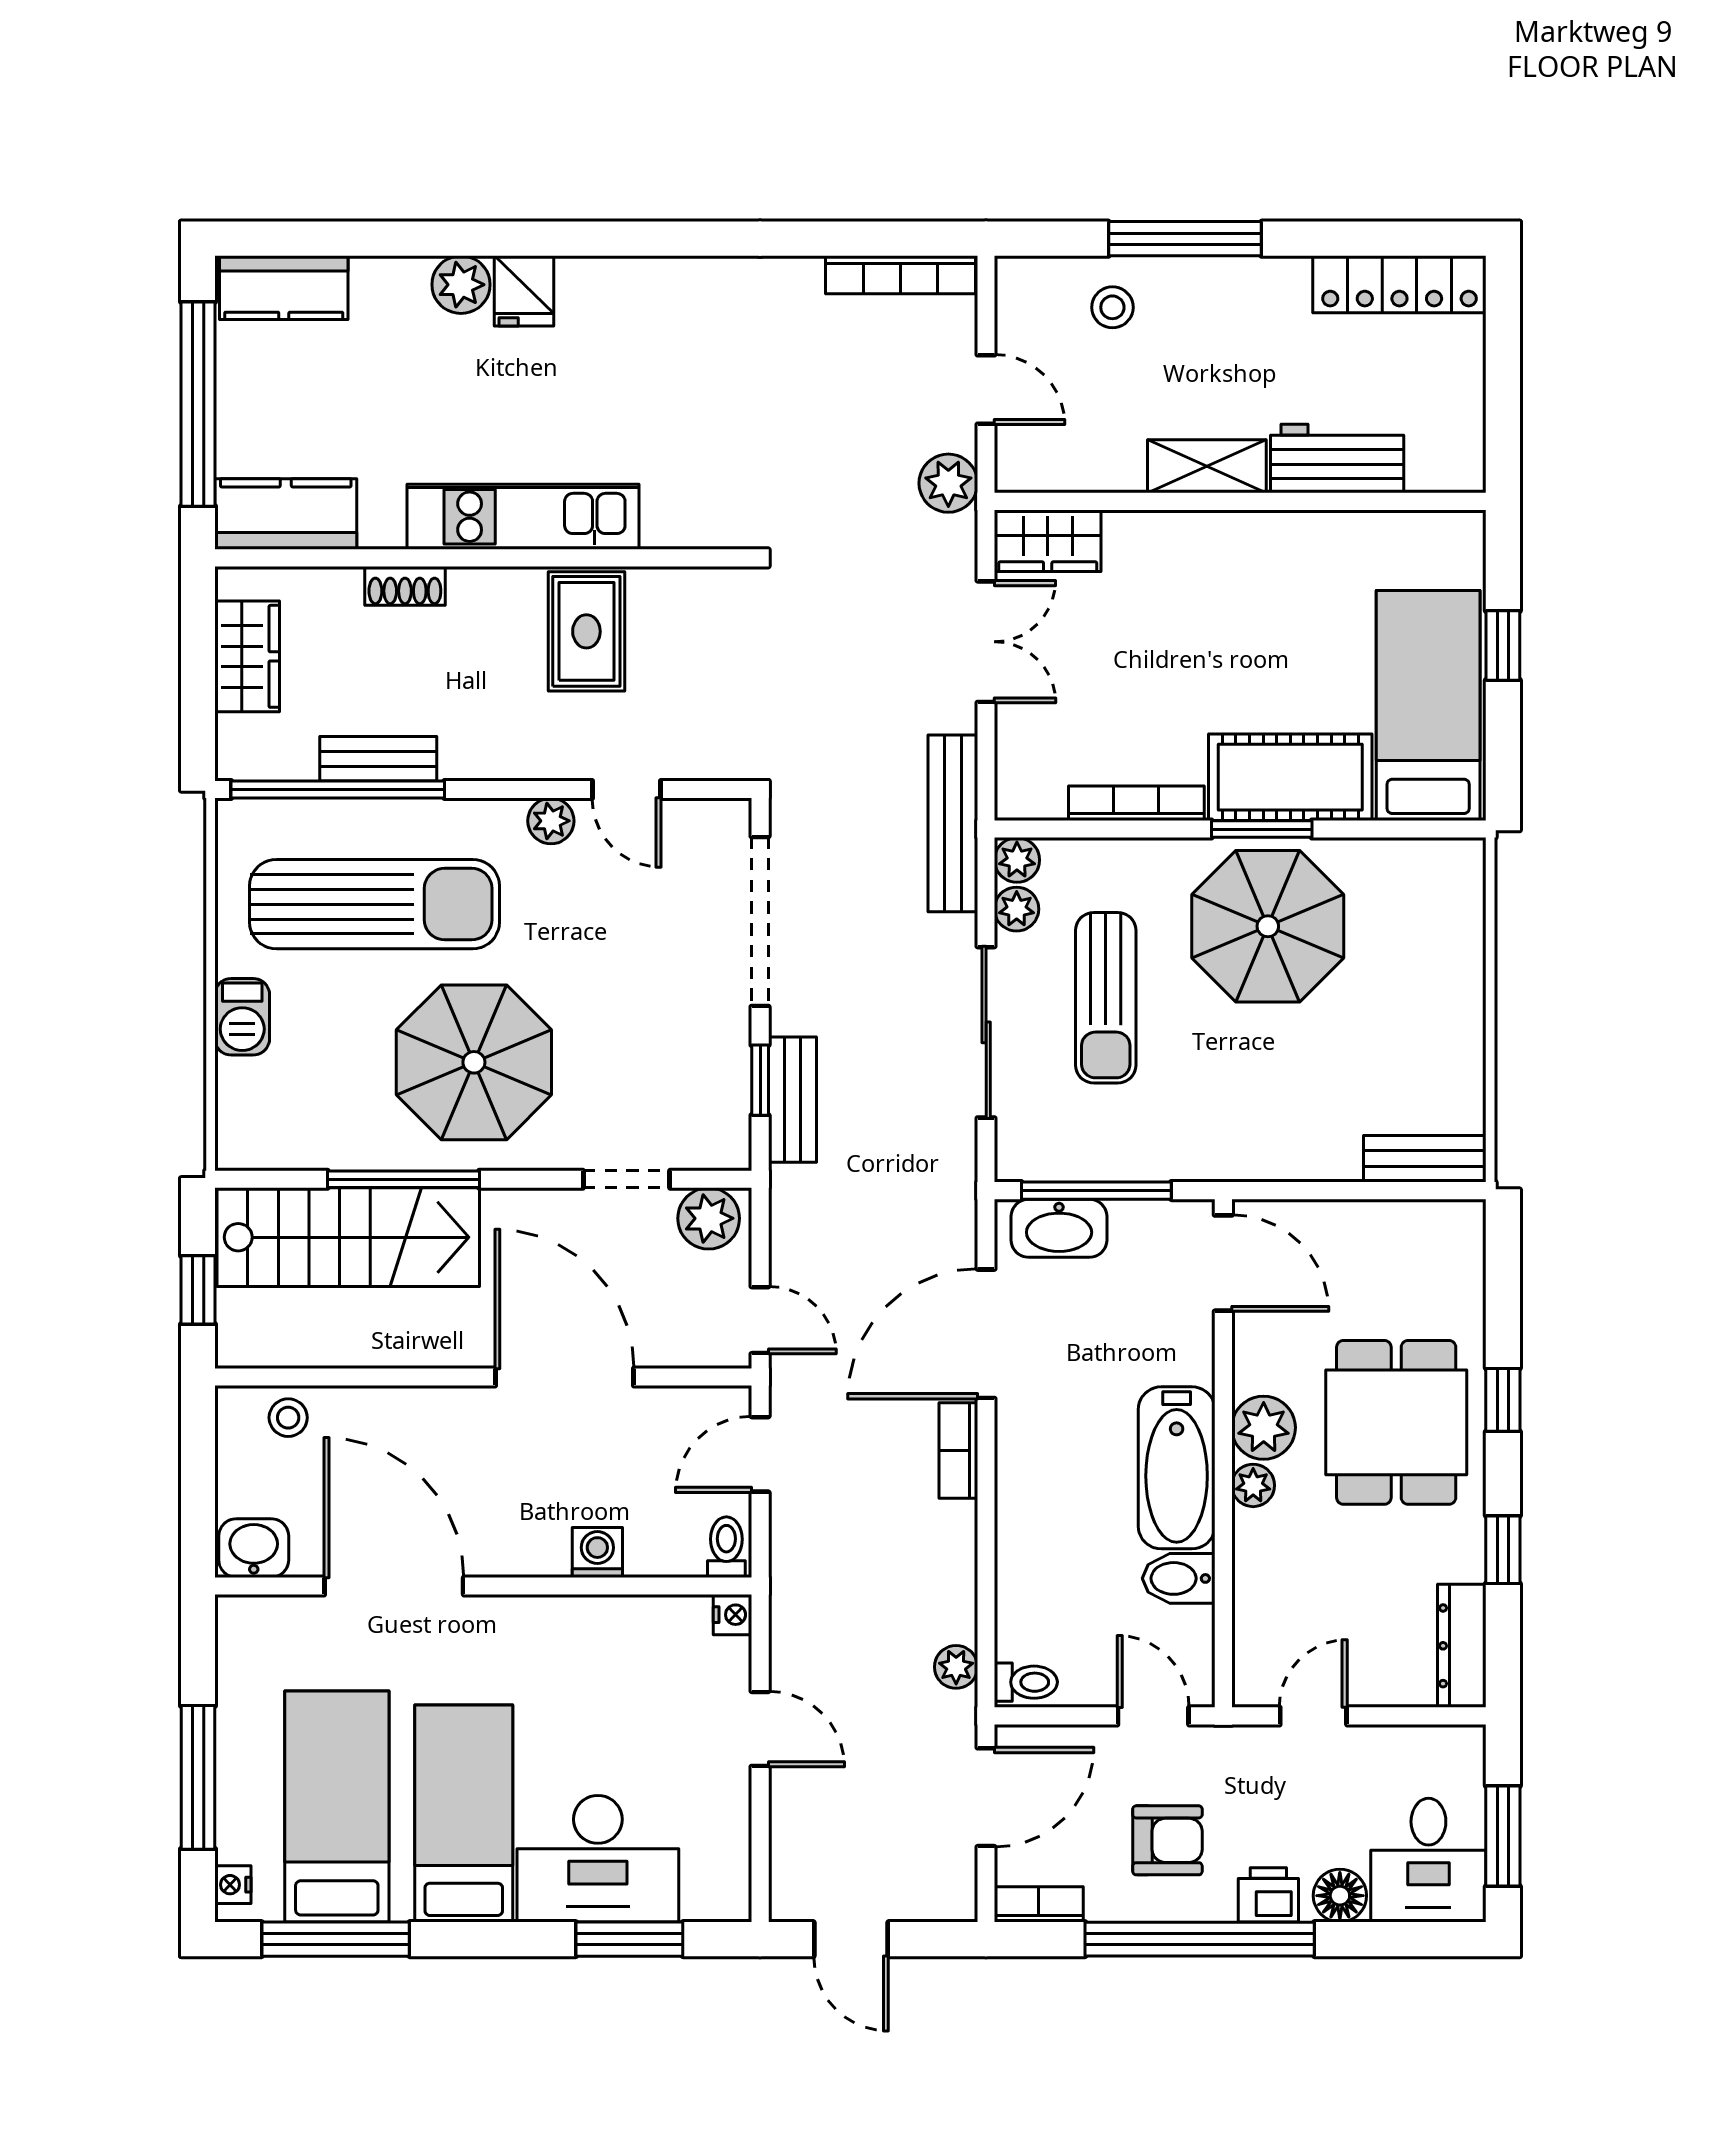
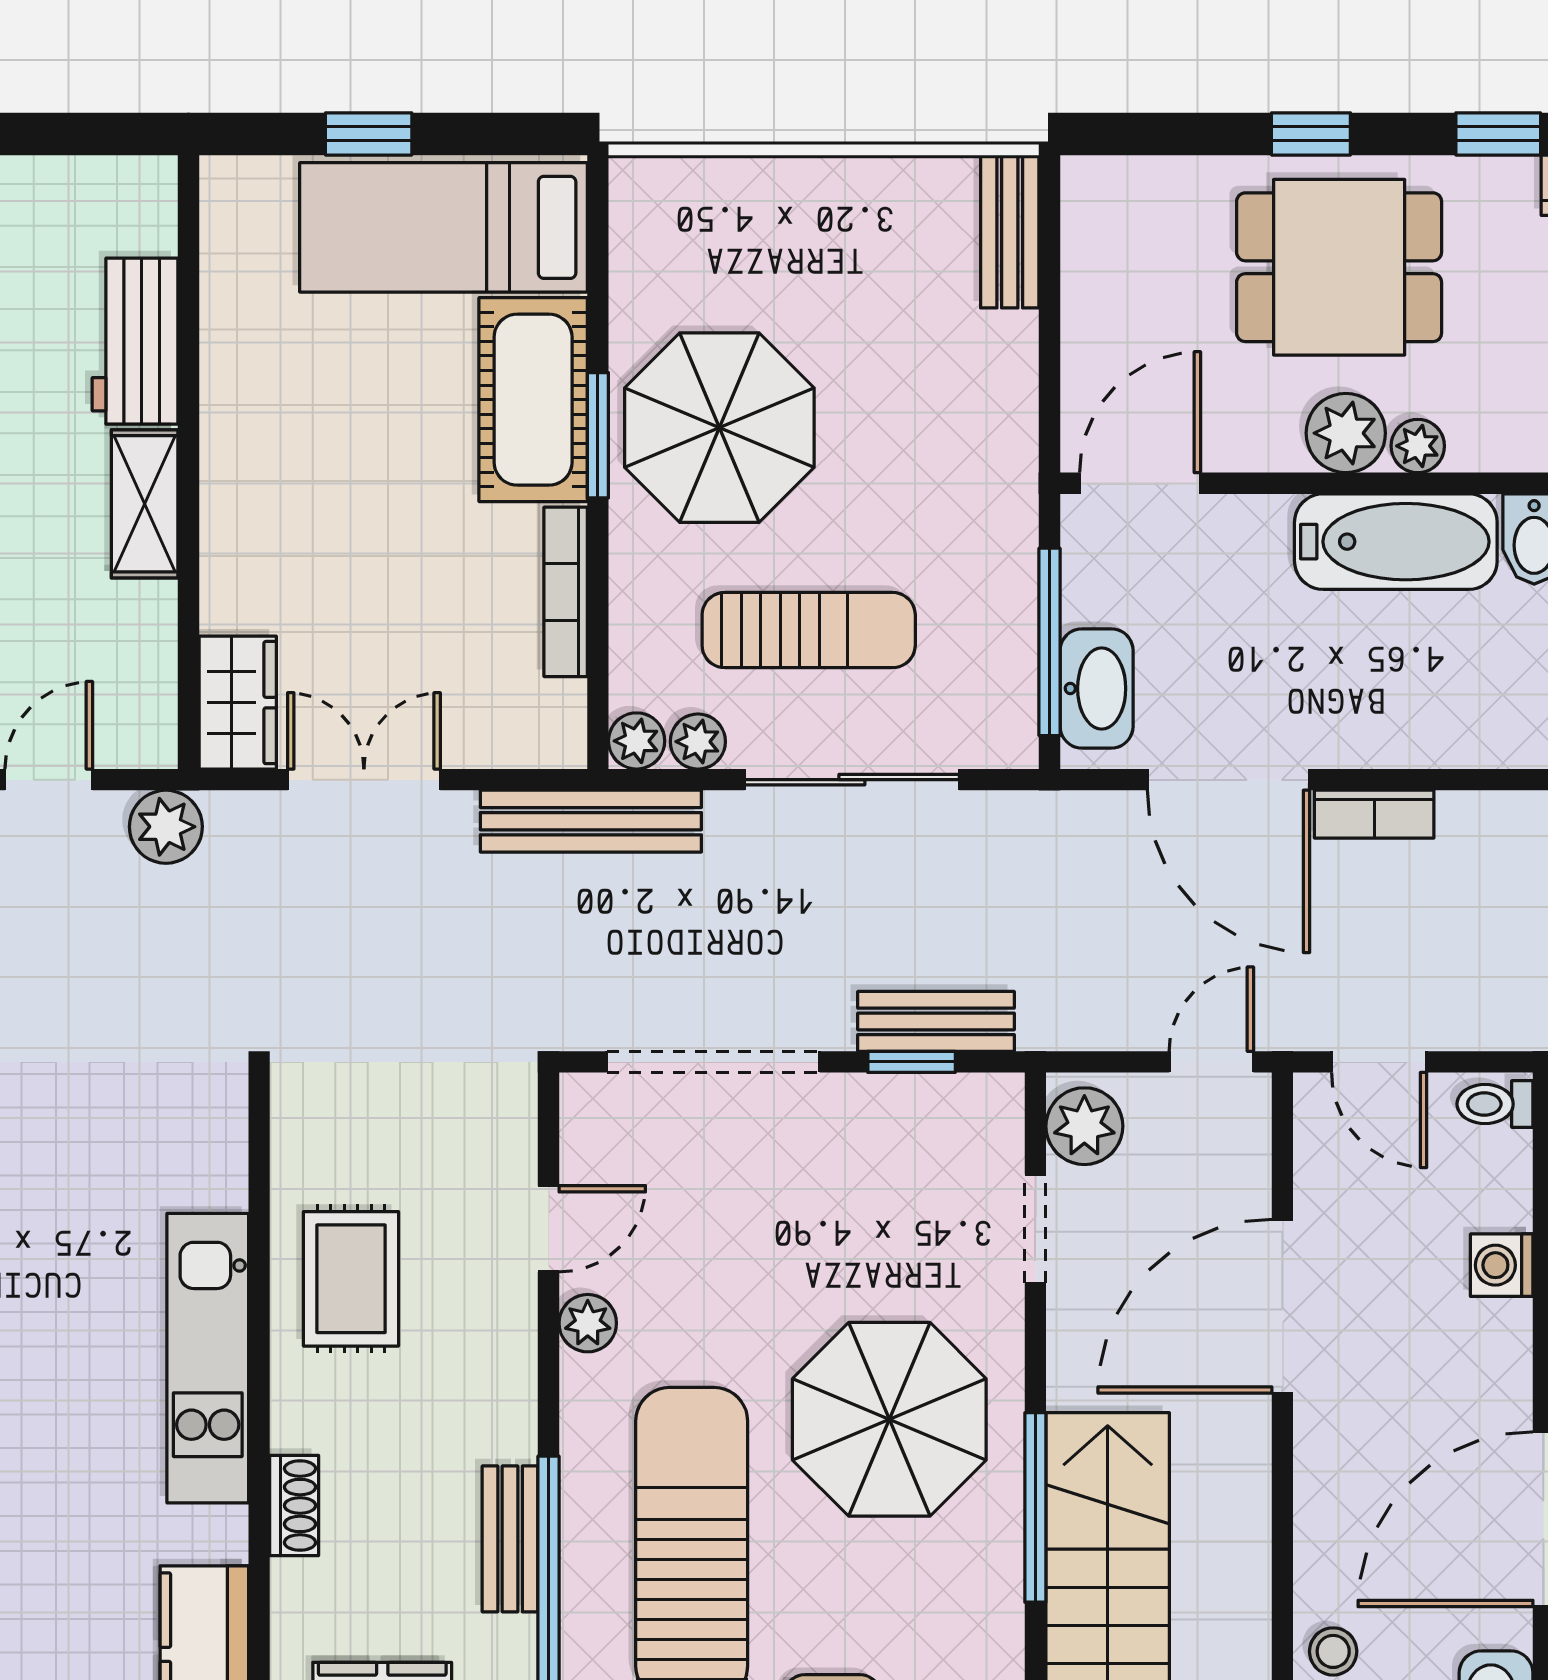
rug: (586, 631) -> (351, 1279), turned 90

